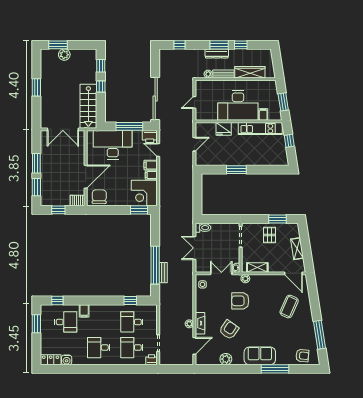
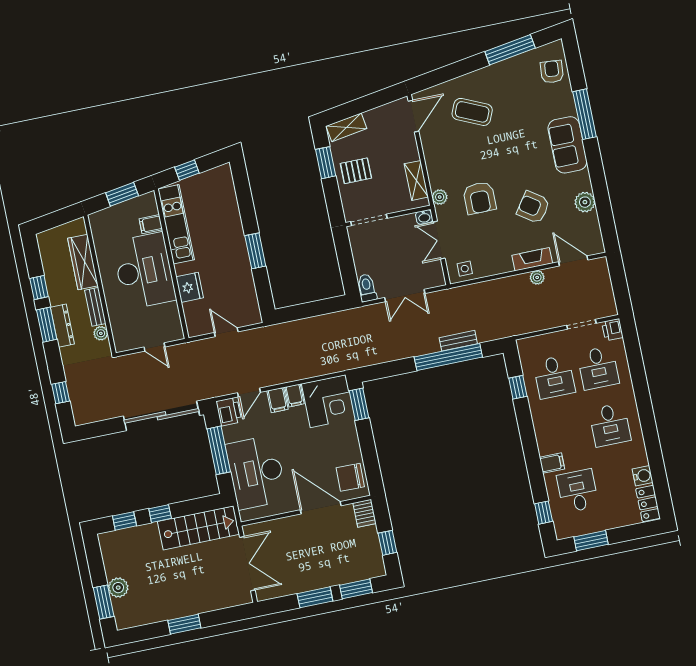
shelving: (297, 249) -> (346, 127), moved

